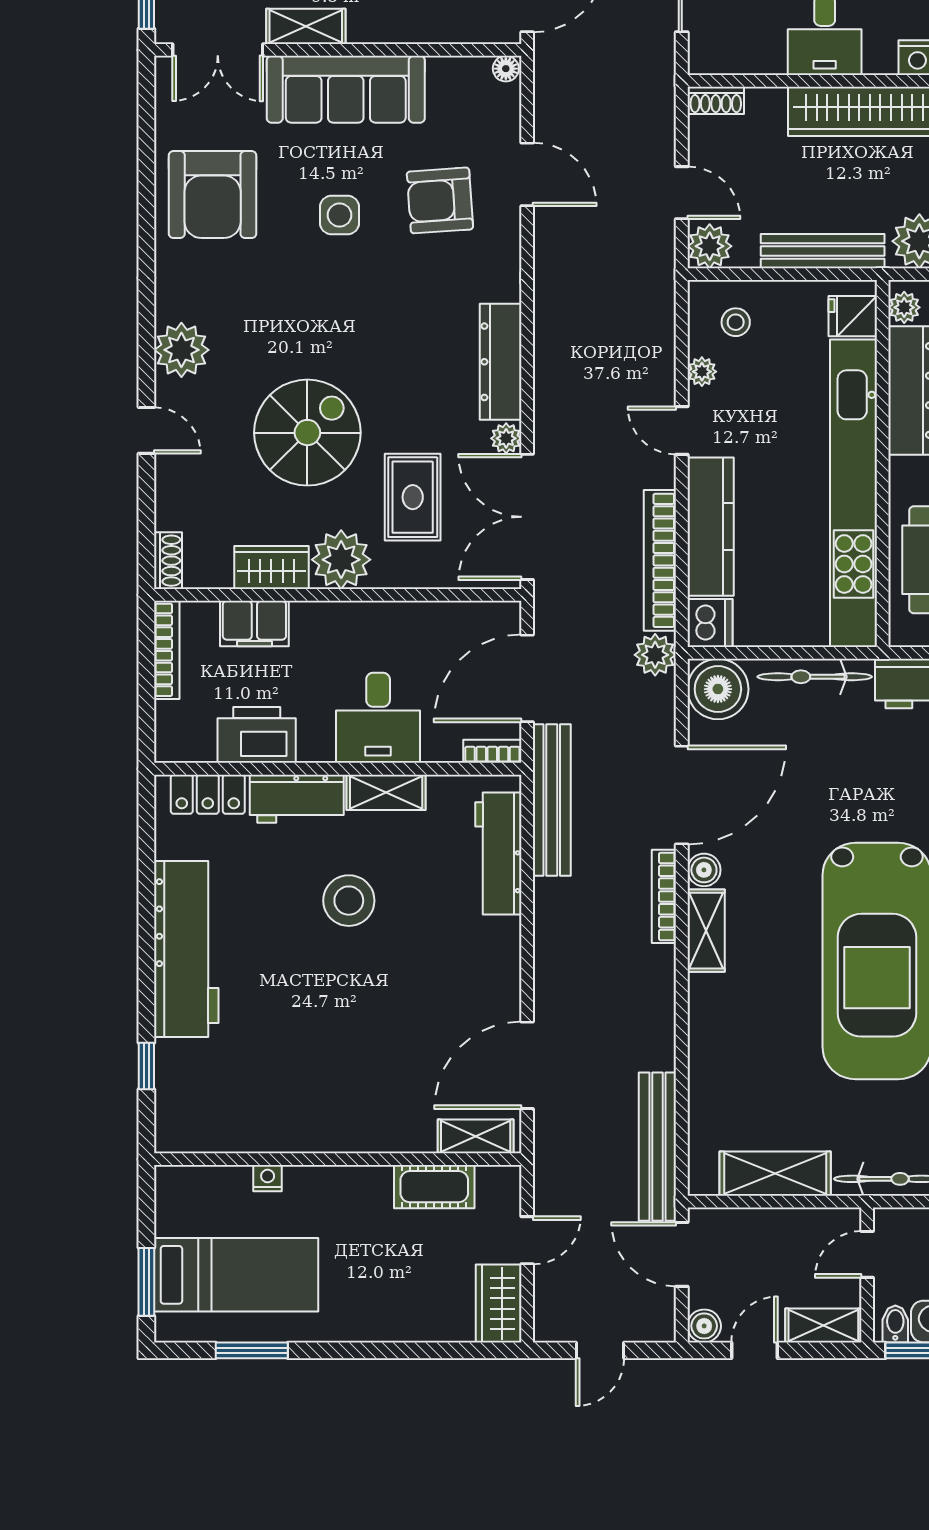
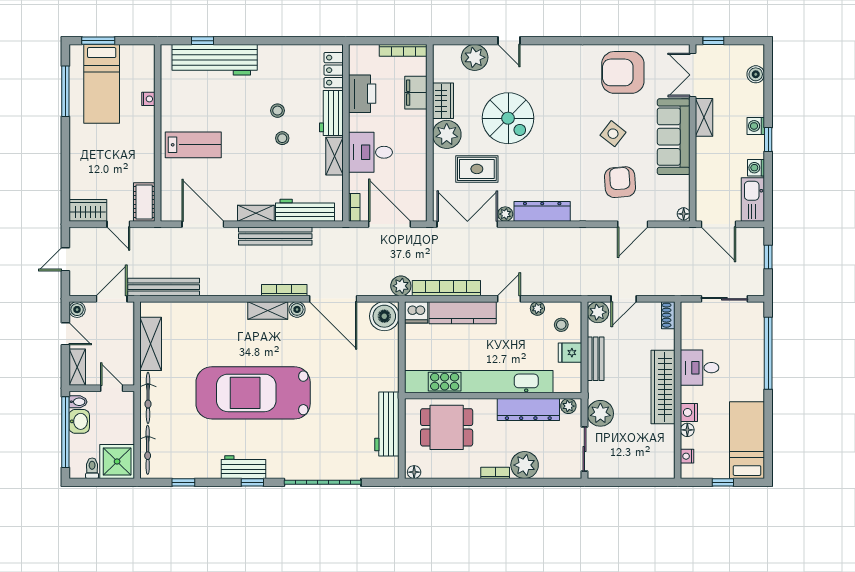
side table: (340, 215) -> (613, 134), turned 38
bench: (823, 251) -> (596, 359), width x0.73
fridge: (853, 316) -> (570, 353), moved, turned -90
plant: (181, 350) -> (475, 57), moved
door: (146, 430) -> (509, 41), hinge flipped
shoe rack: (168, 561) -> (446, 51), removed
bicycle: (815, 677) -> (390, 363), removed
bench: (552, 800) -> (275, 236), moved
stool: (349, 901) -> (282, 138), width x0.53, depth x0.53
stool: (292, 910) -> (277, 111), added
workbench: (186, 949) -> (215, 60), moved
lab bench: (363, 1085) -> (193, 145), added
shelving: (476, 1136) -> (256, 213), moved, turned 90
cot: (434, 1187) -> (144, 202), moved
window: (252, 1350) -> (65, 91), width x1.44
door: (600, 1350) -> (65, 259), hinge flipped

